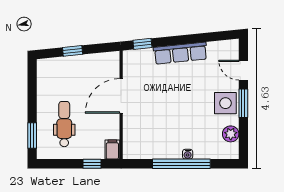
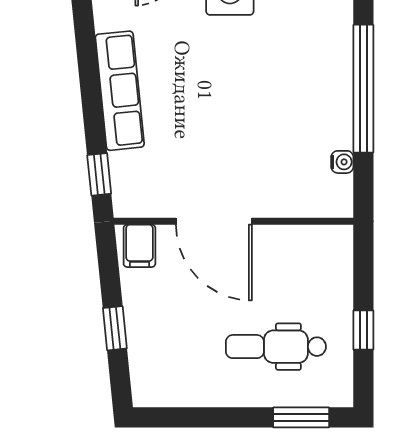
filing cabinet: (112, 150) -> (139, 246), moved, turned -90
water cooler: (188, 154) -> (342, 162), moved
window: (92, 164) -> (363, 330), moved

